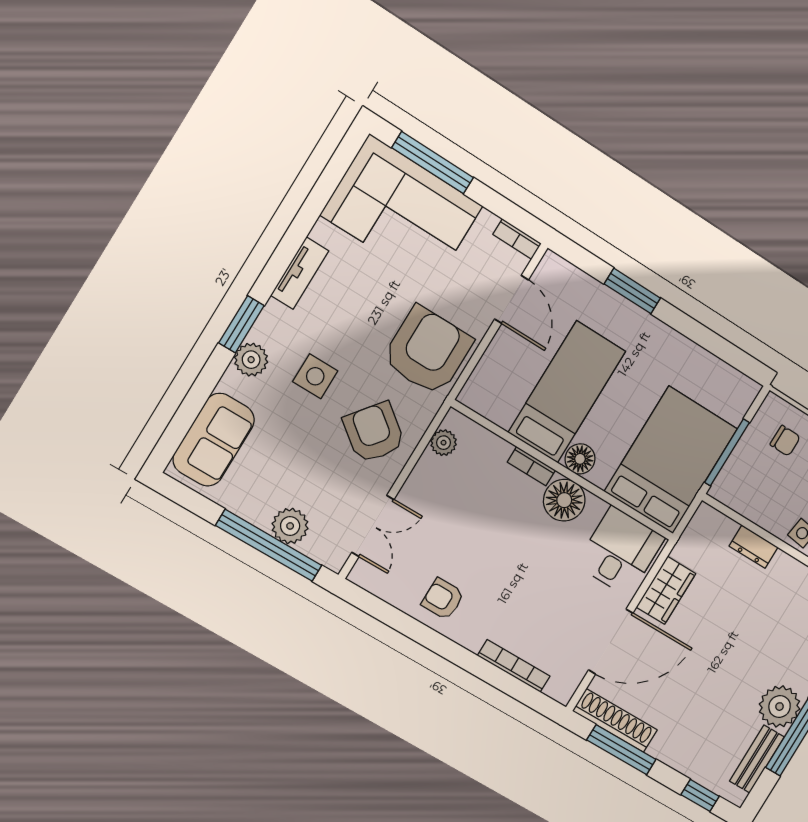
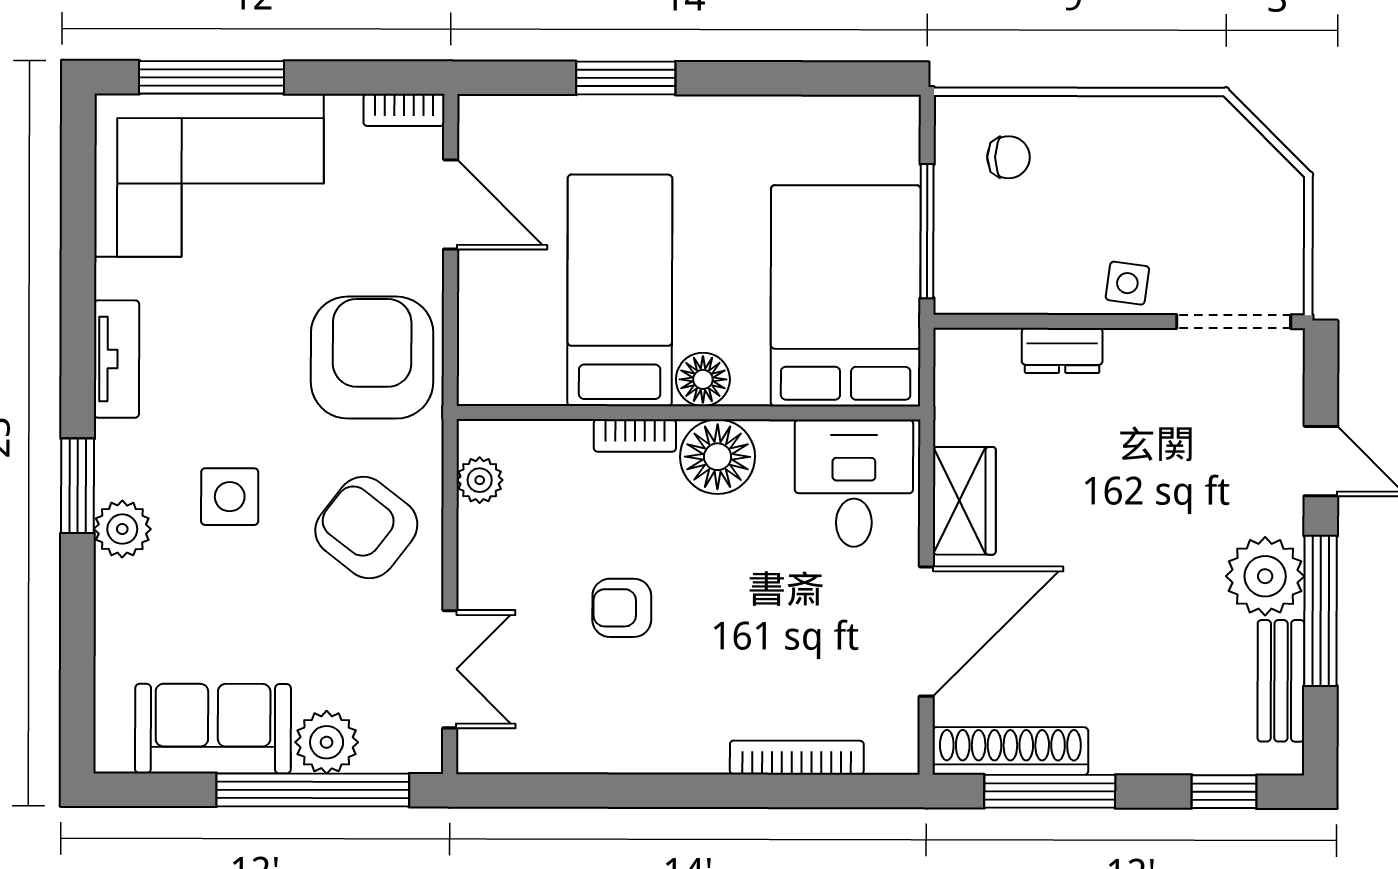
sofa: (214, 440) -> (213, 729), moved, turned -90
armchair: (443, 599) -> (622, 608), moved

